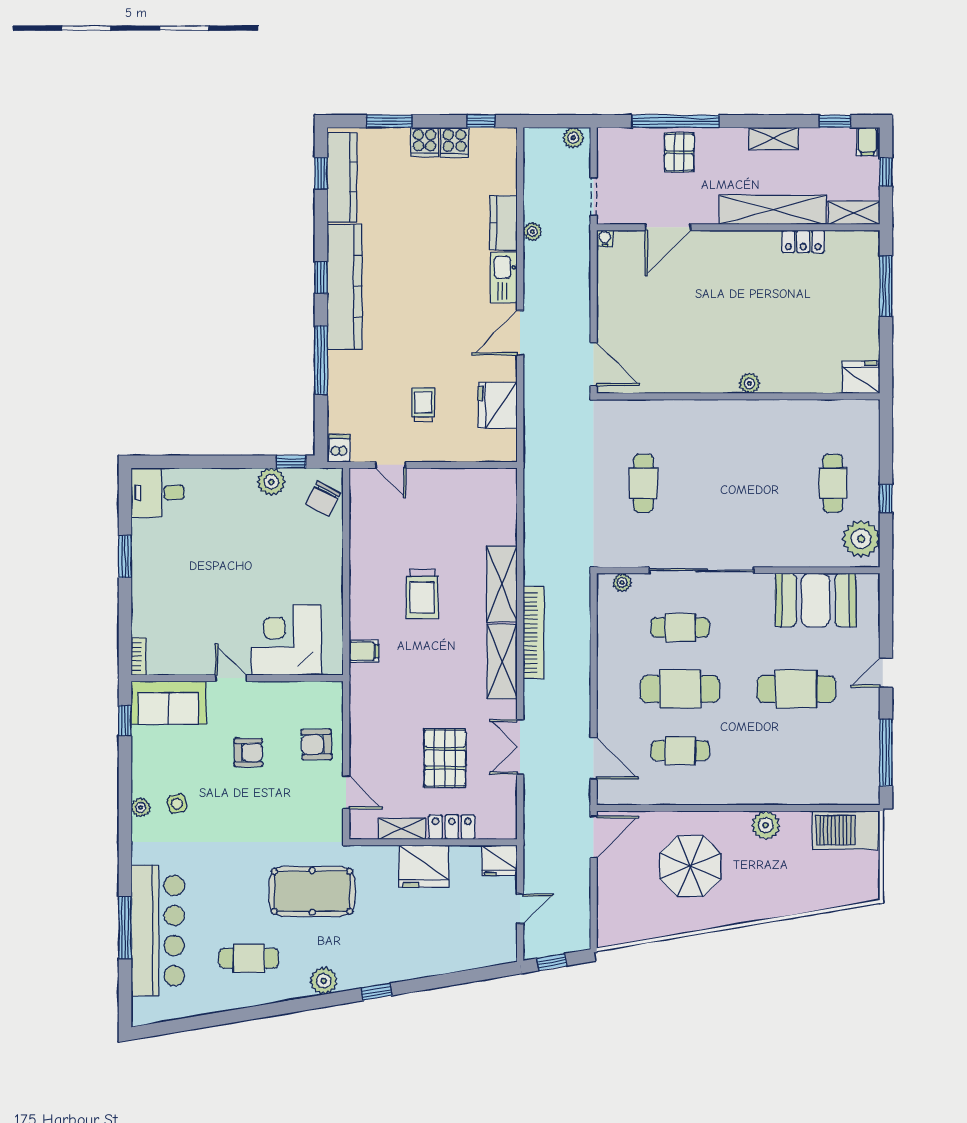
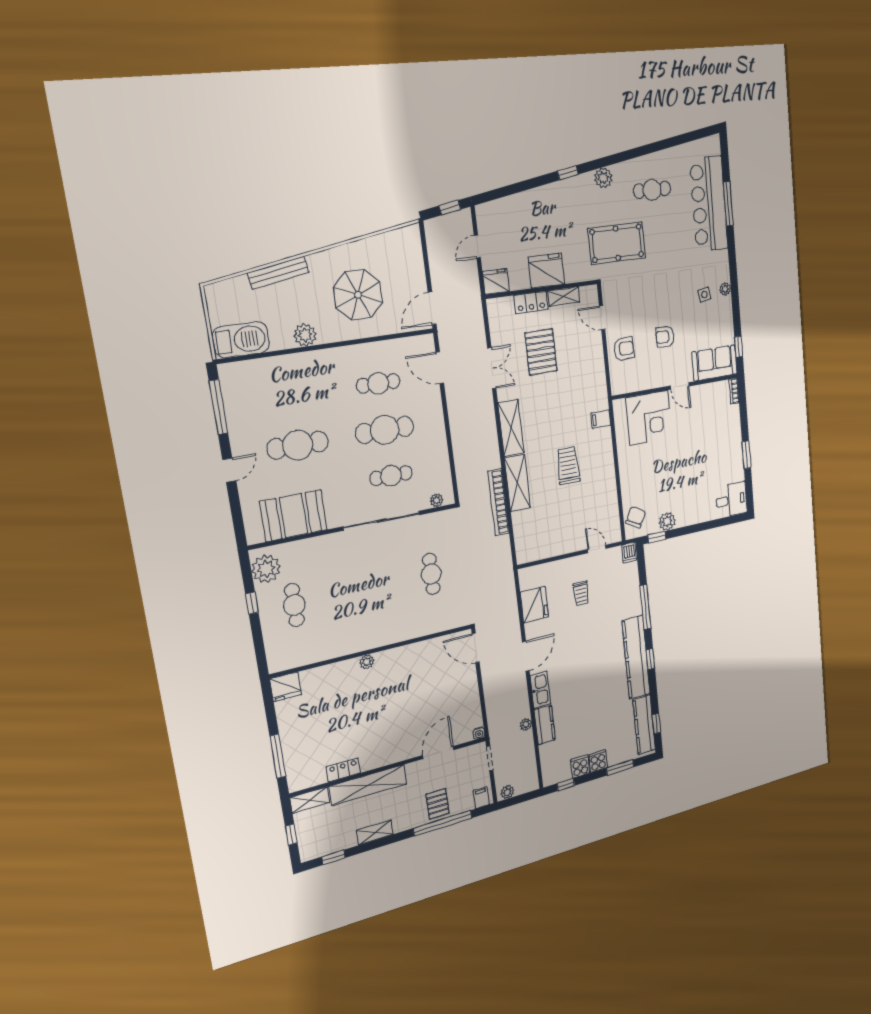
filing cabinet: (867, 141) -> (481, 798), moved
bookcase: (533, 633) -> (498, 502), moved
bench: (787, 905) -> (278, 273), added

